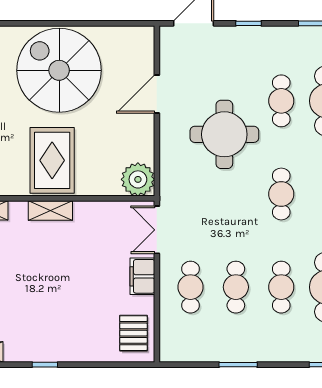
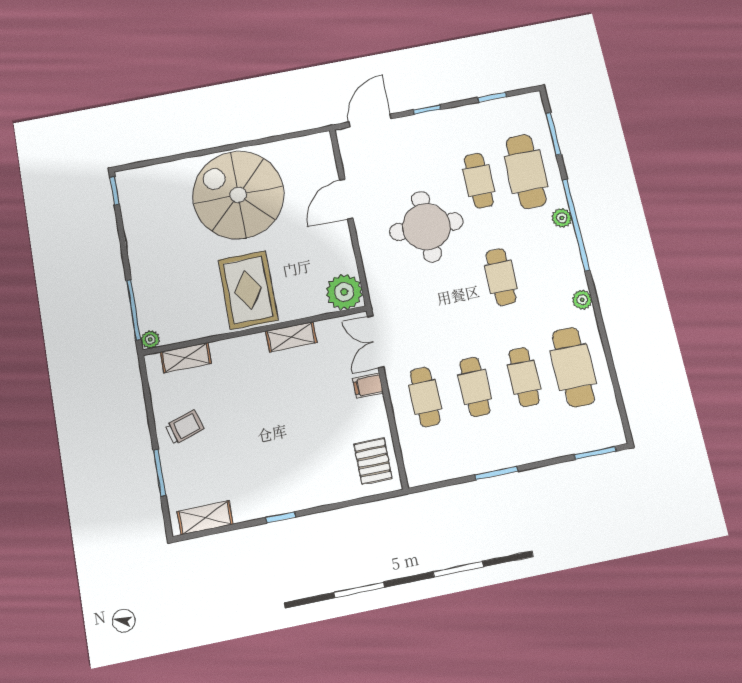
shelving: (50, 210) -> (291, 337), moved
filing cabinet: (142, 276) -> (368, 386), width x0.50

